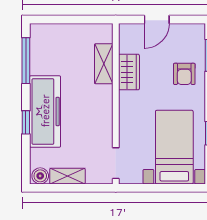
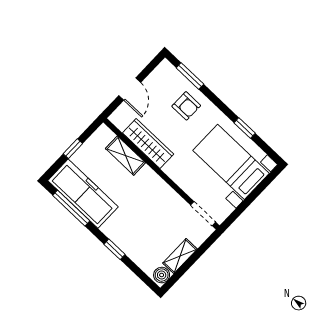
window: (72, 20) -> (73, 149), added
wardrobe: (129, 72) -> (148, 144), width x1.50
freezer: (45, 111) -> (83, 194), moved

